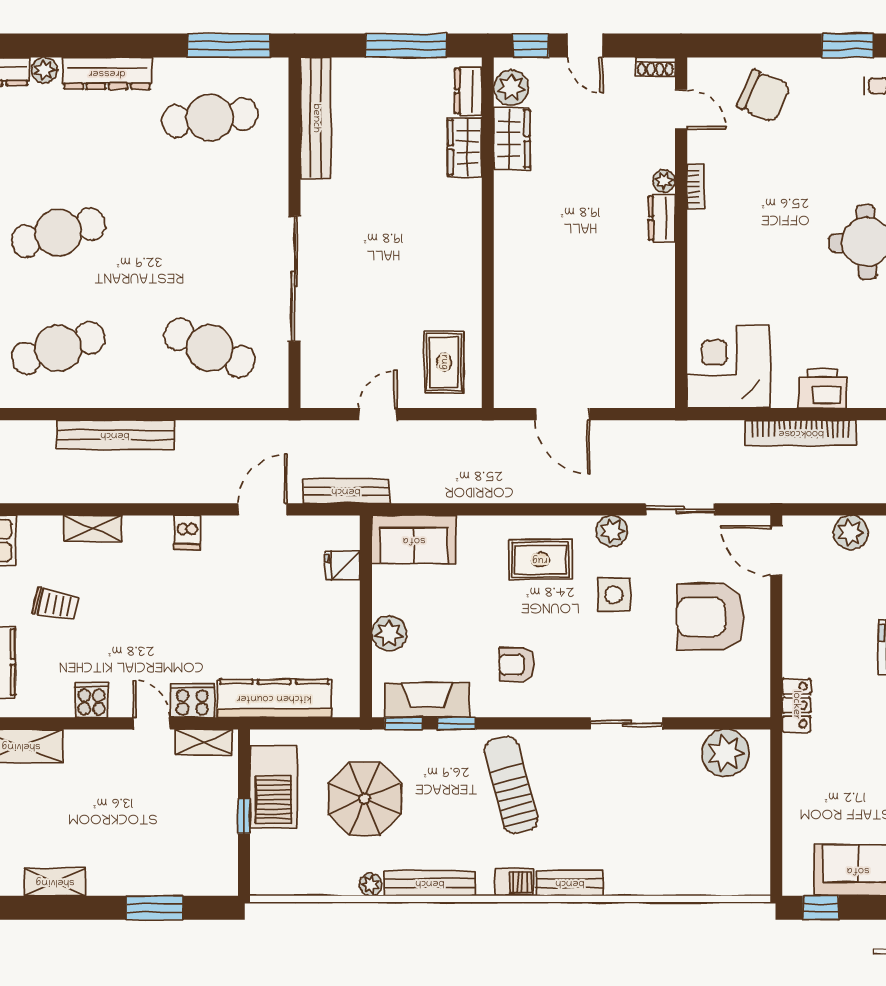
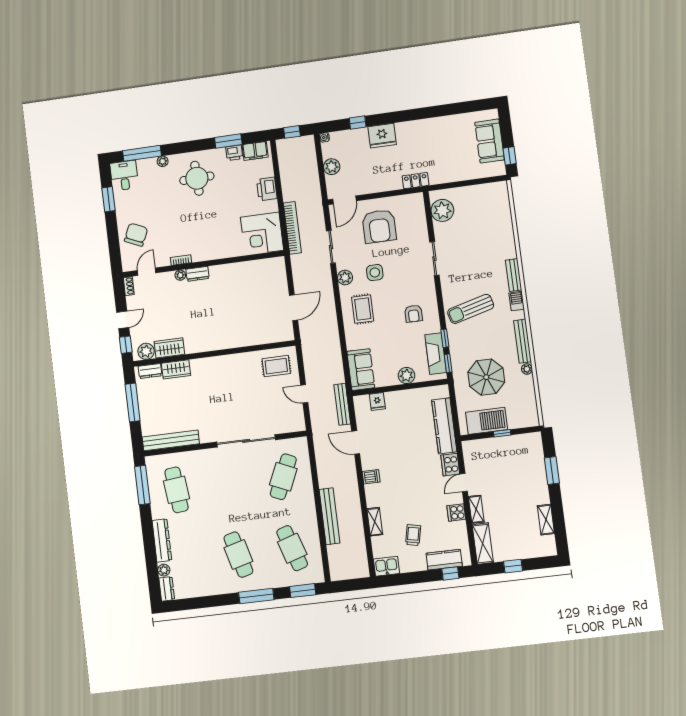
bookcase: (801, 433) -> (292, 228), moved
shelving: (204, 742) -> (476, 509), moved

